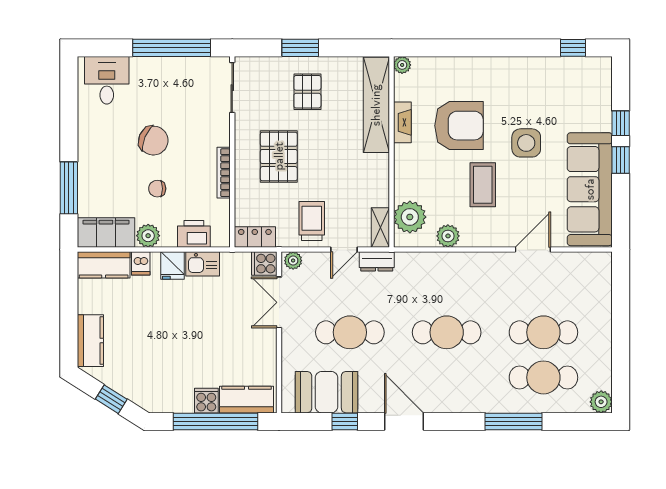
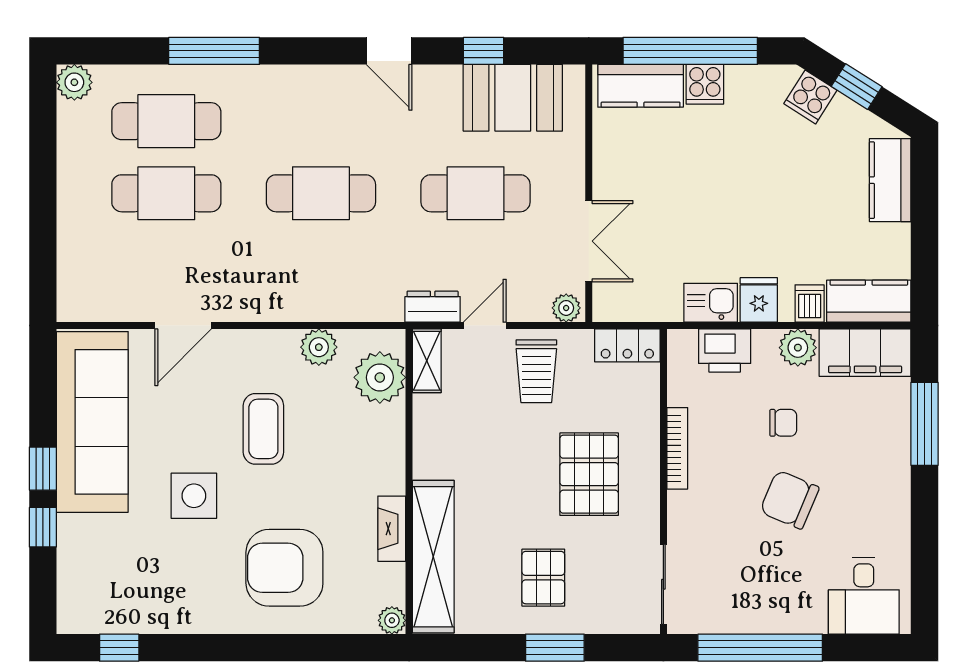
armchair: (459, 126) -> (284, 568), moved
cooker: (264, 264) -> (810, 97), moved, turned 122
door: (404, 421) -> (389, 51), width x0.73

